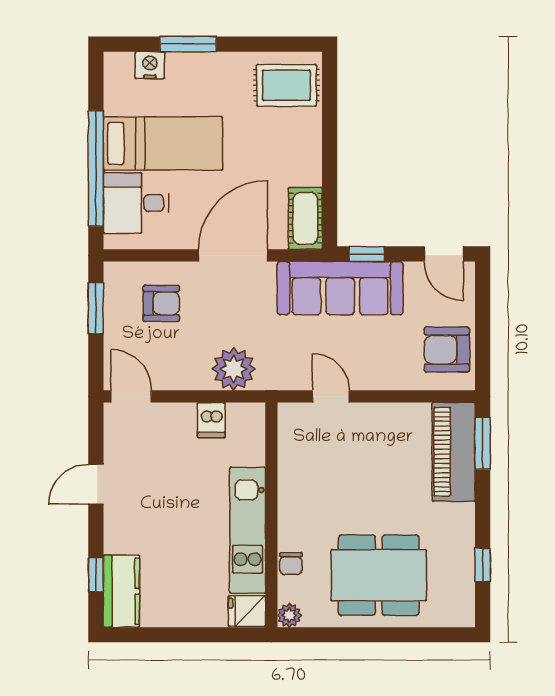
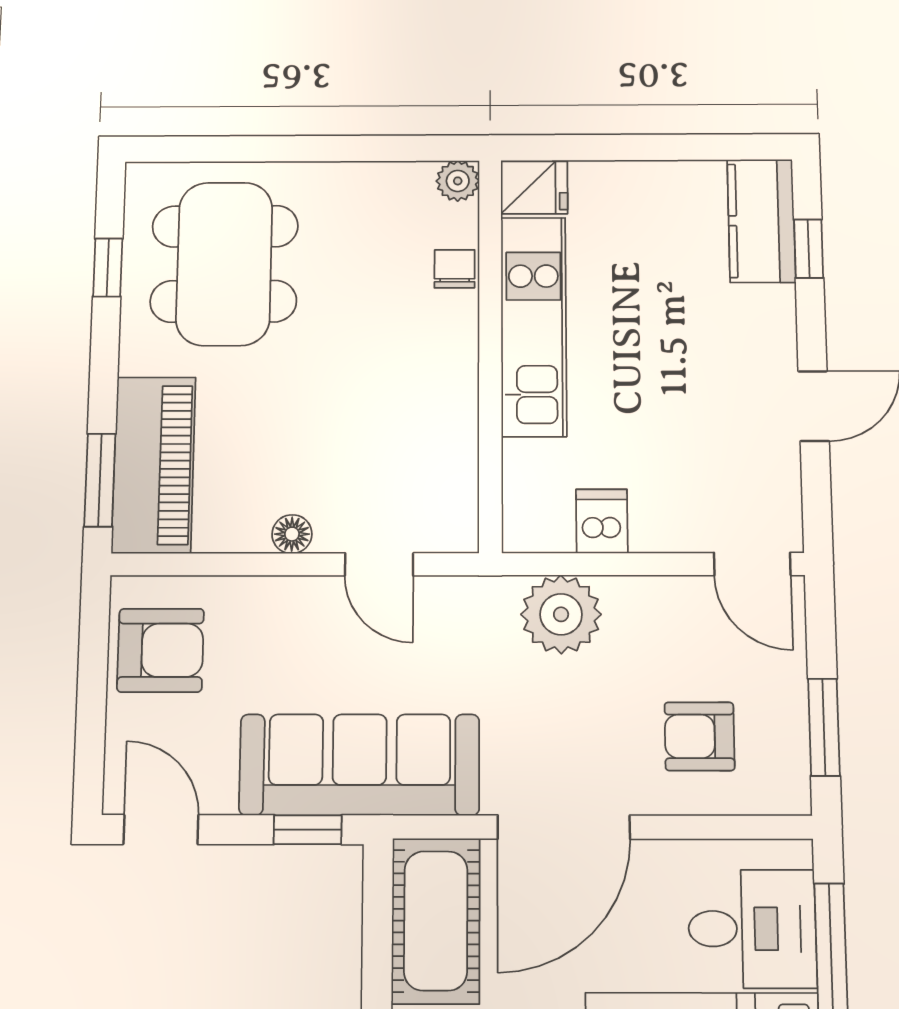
cot: (305, 218) -> (436, 921), width x1.37, depth x1.34
floor lamp: (378, 413) -> (292, 534), added
dining table: (379, 575) -> (224, 264), moved, turned 90

